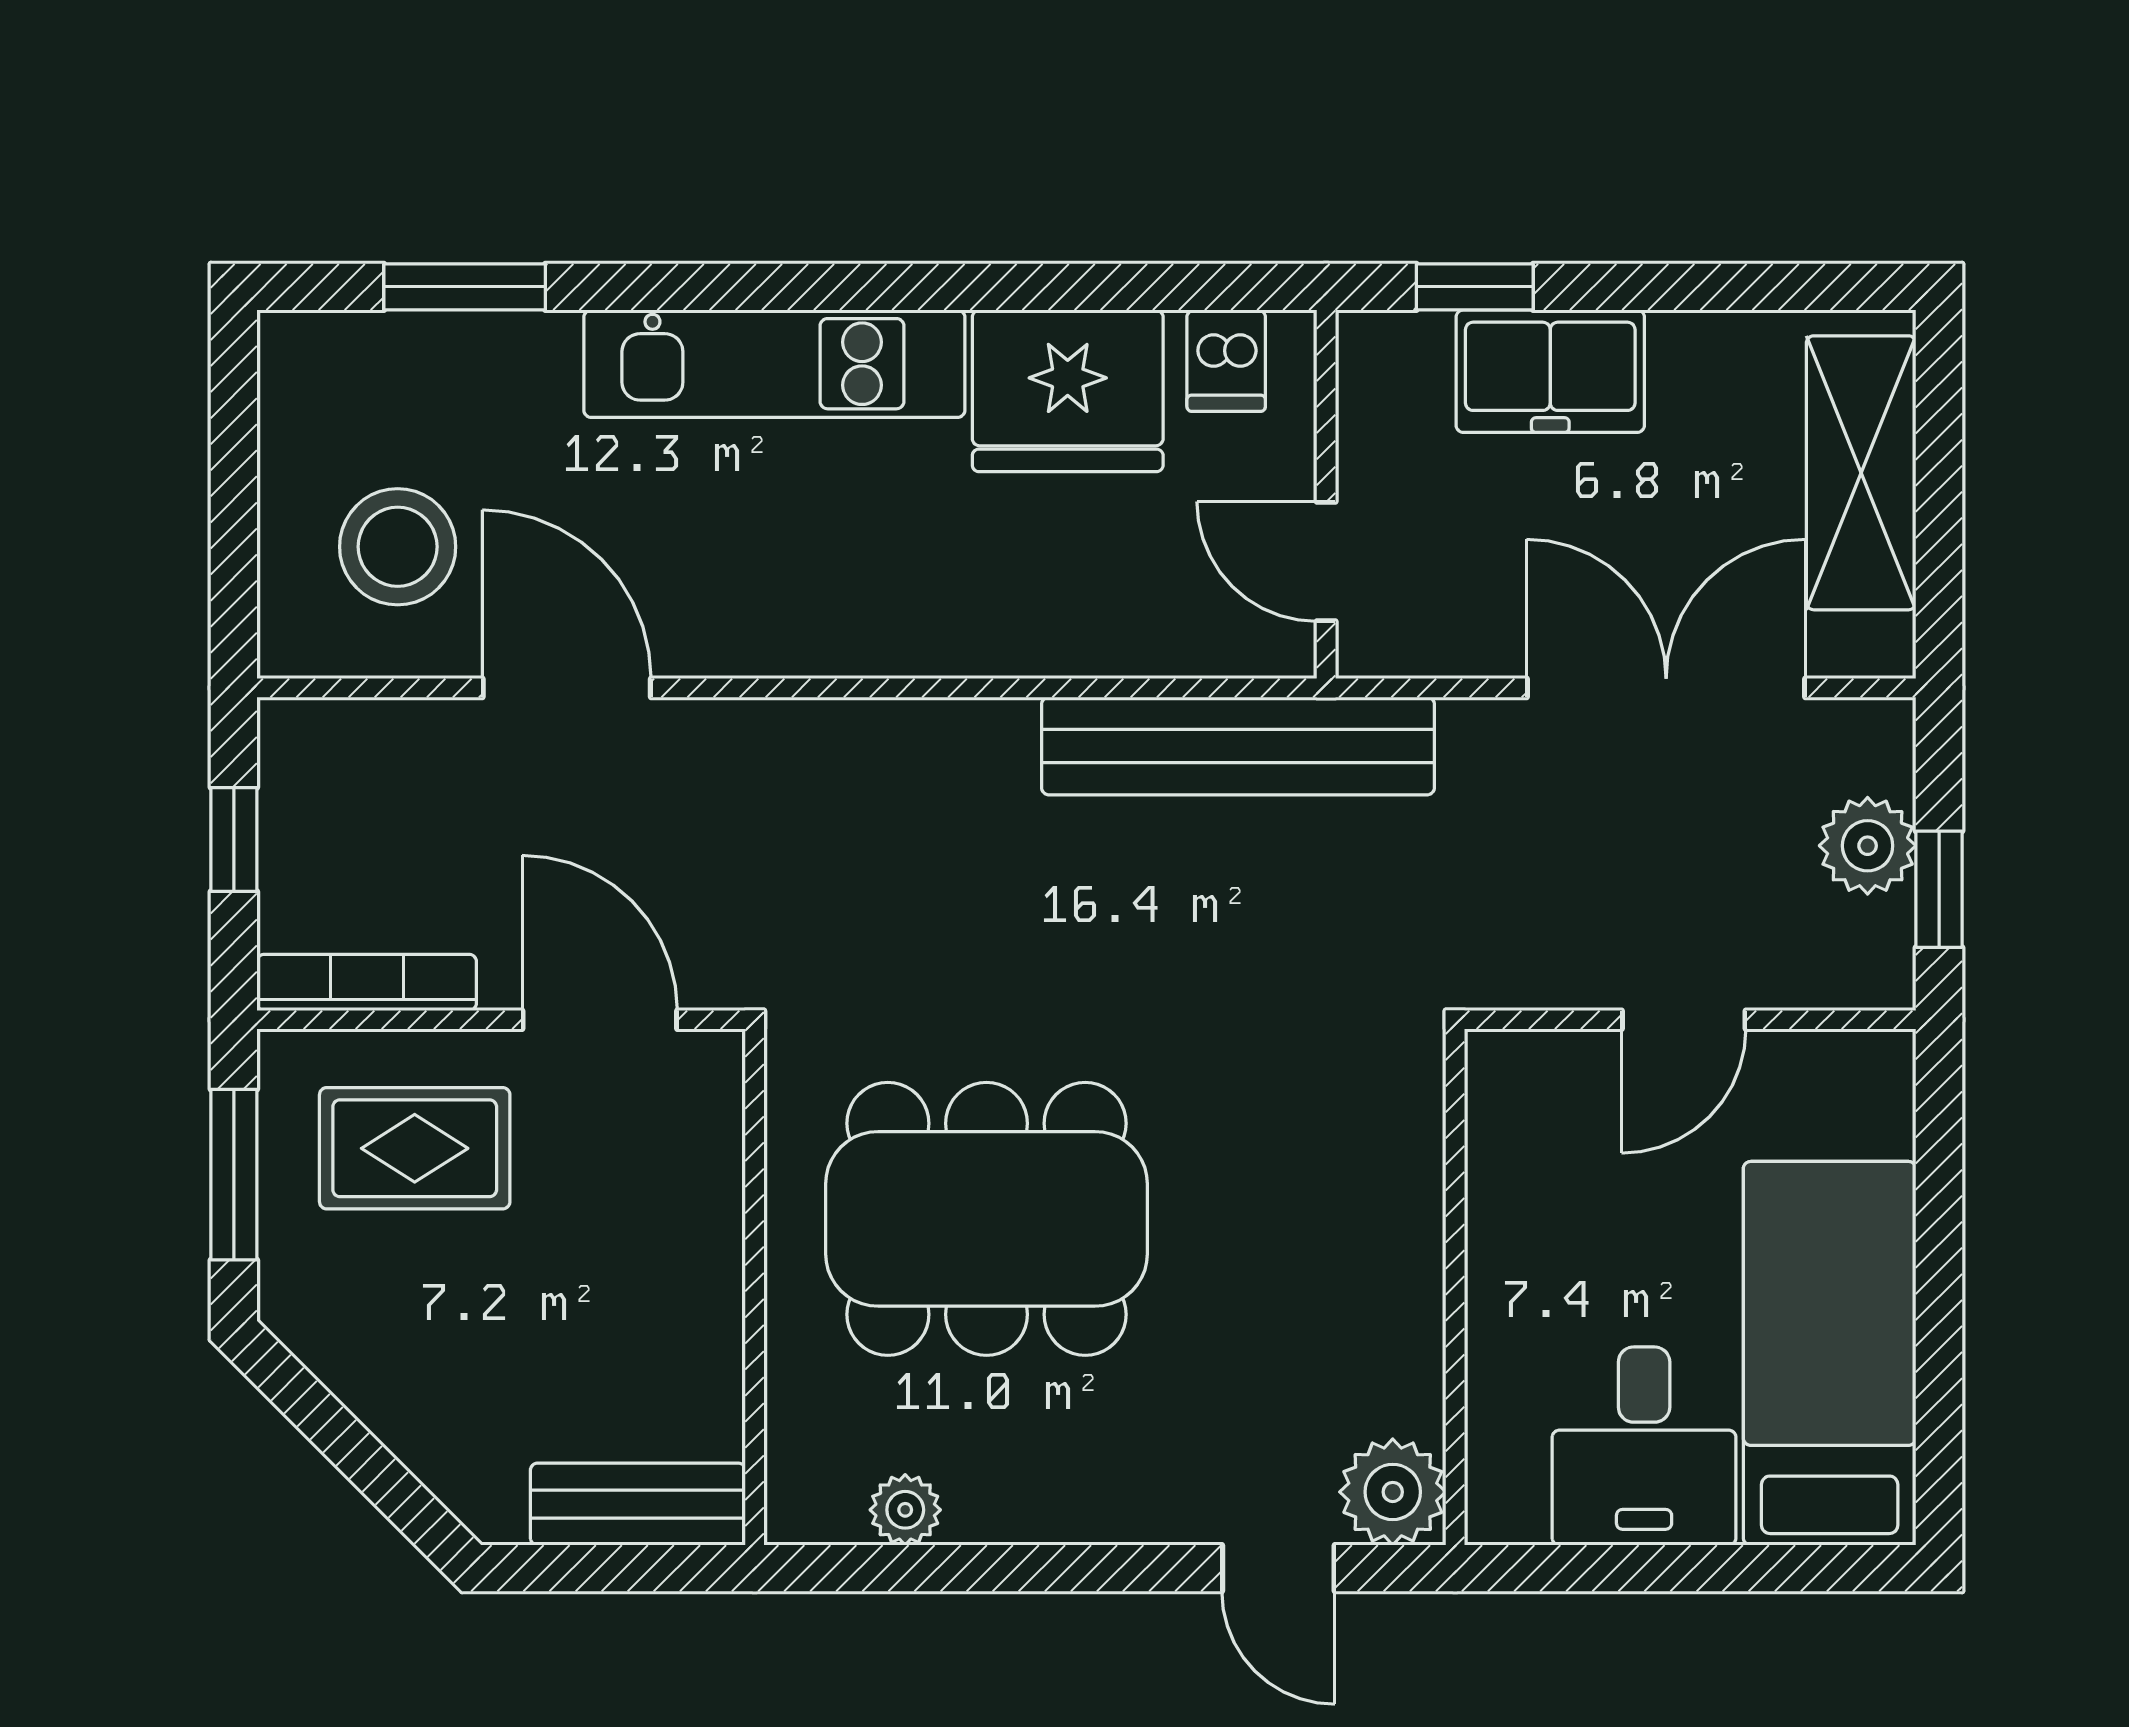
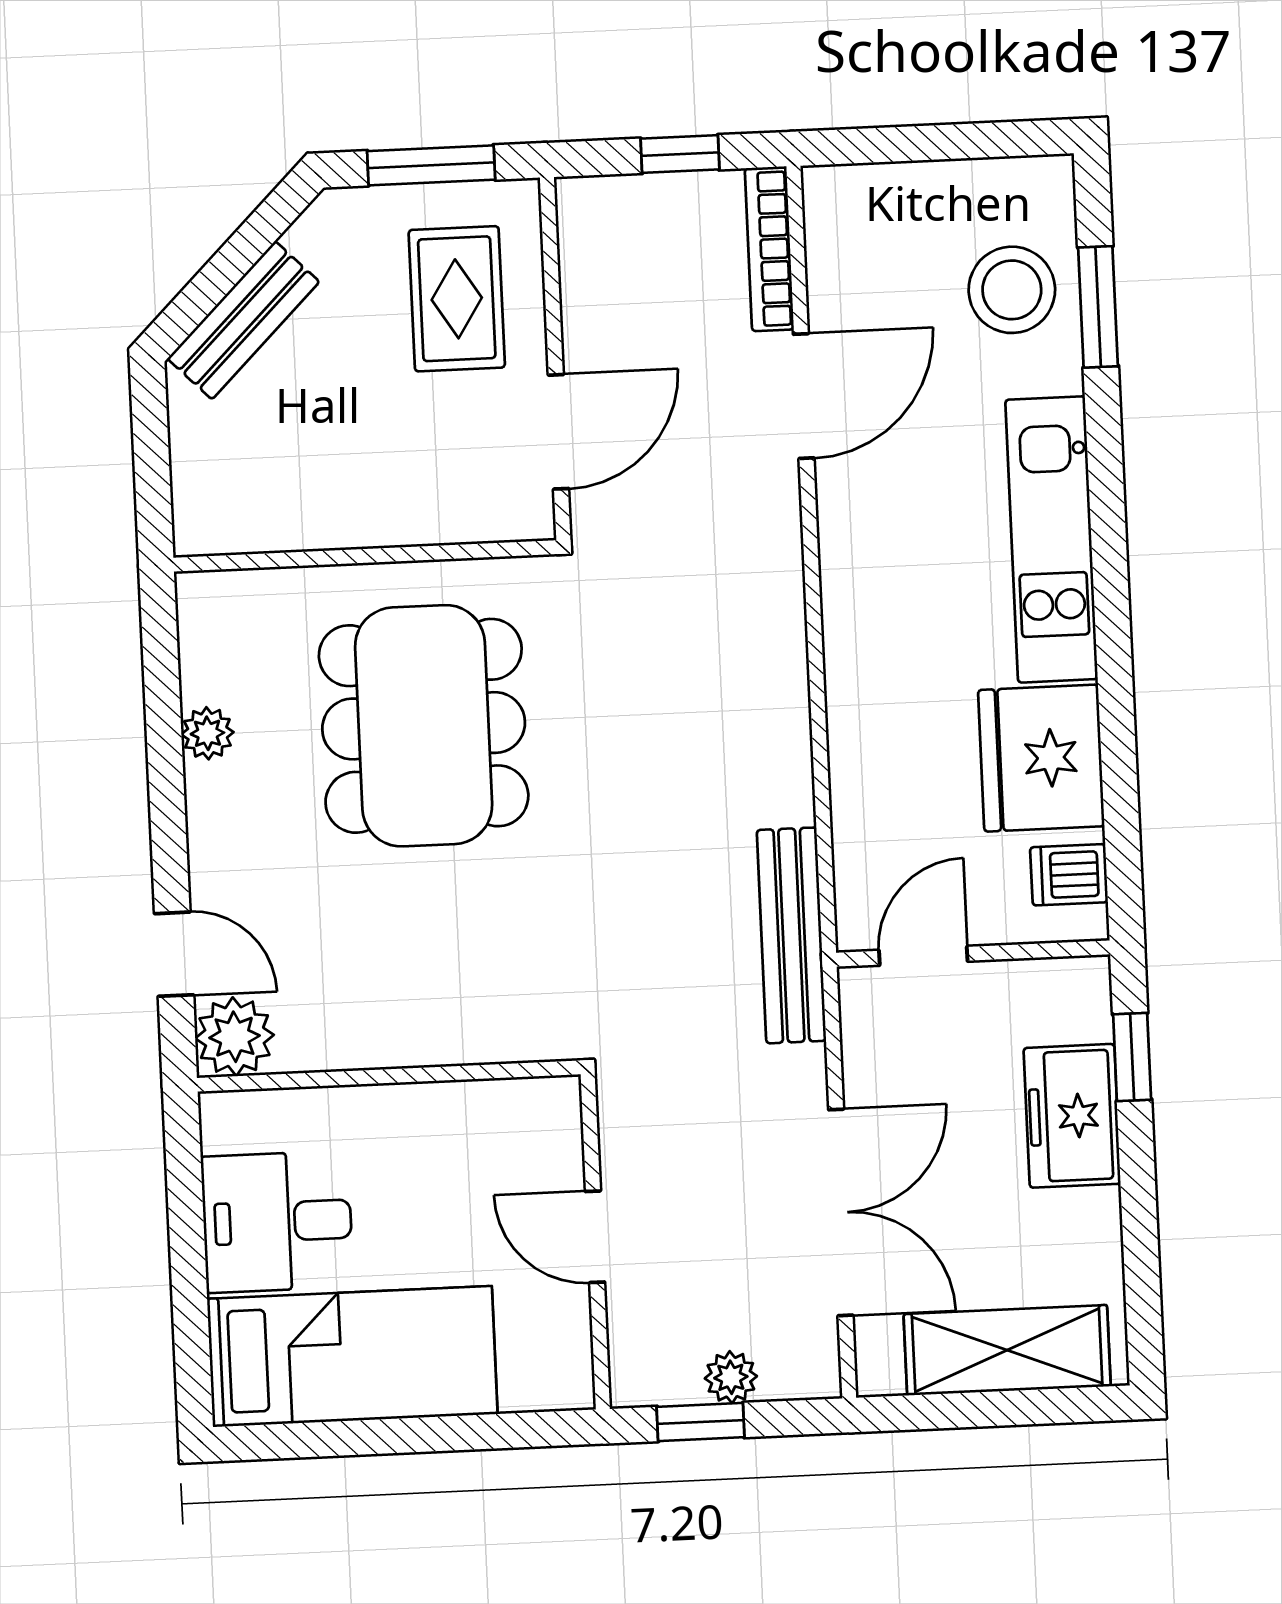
stool: (398, 547) -> (1012, 290), moved
bench: (1238, 746) -> (791, 935), width x0.73, depth x0.82
plant: (1868, 846) -> (731, 1377), width x0.73, depth x0.73
bookcase: (367, 982) -> (769, 249), moved, turned 180
bench: (638, 1504) -> (243, 320), moved, turned 45
plant: (905, 1510) -> (207, 733), moved
door: (1278, 1568) -> (174, 954), swing flipped

